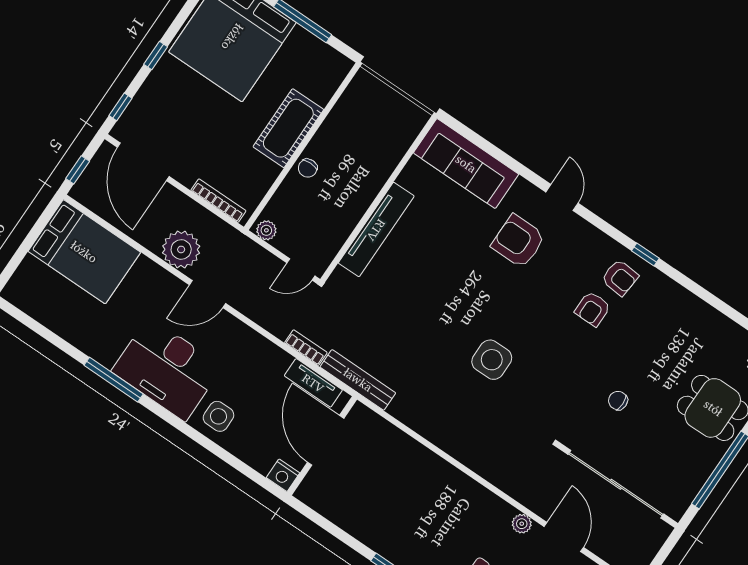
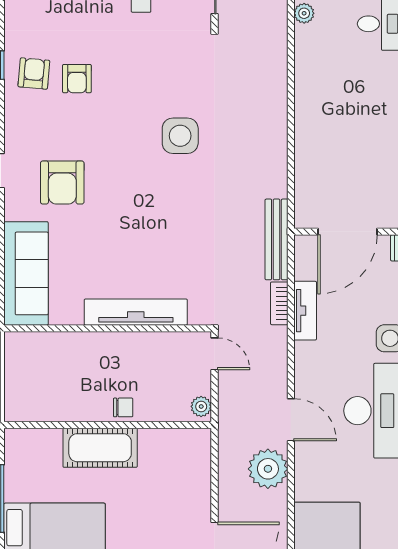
bookcase: (218, 201) -> (204, 465), removed
armchair: (593, 309) -> (77, 79), turned 90
tv unit: (313, 383) -> (305, 311), moved

